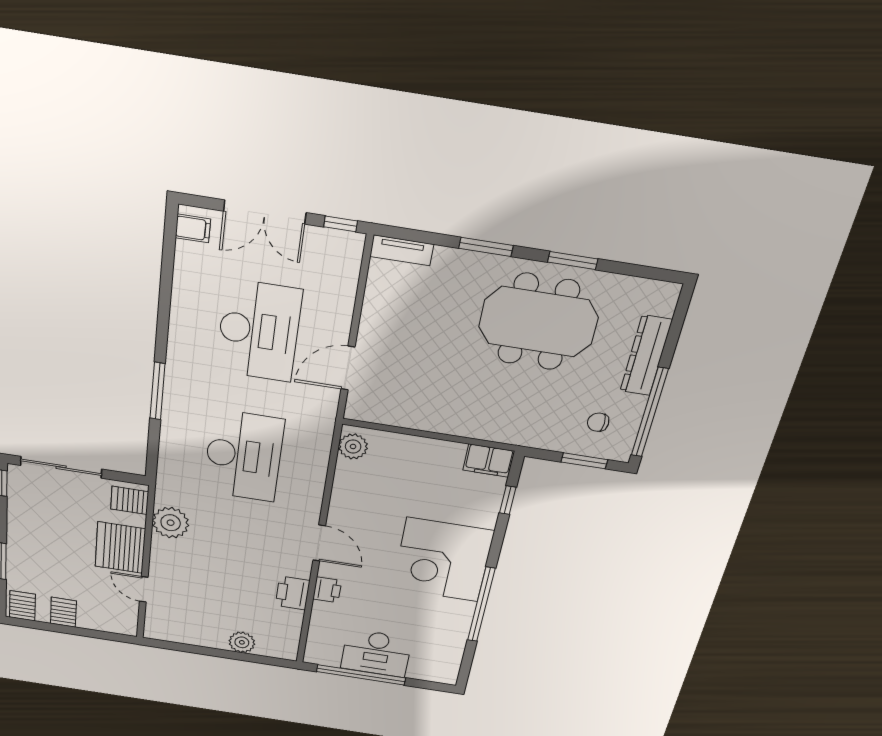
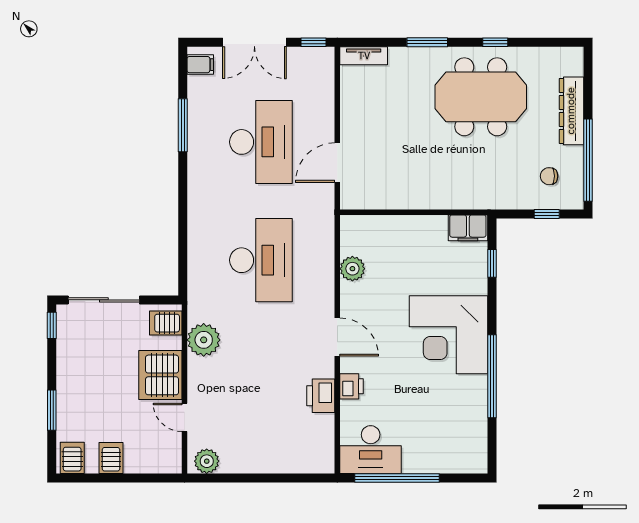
window: (573, 260) -> (495, 42), width x0.67
window: (158, 391) -> (183, 125), moved
plant: (353, 446) -> (352, 269), moved
window: (584, 461) -> (547, 214), width x0.67
plant: (242, 642) -> (207, 461), moved
desk: (376, 653) -> (371, 450), moved

